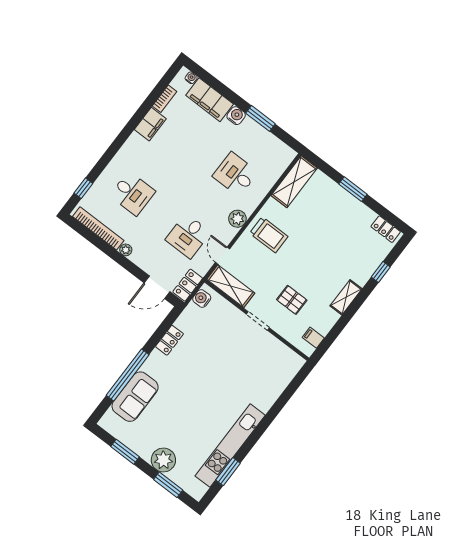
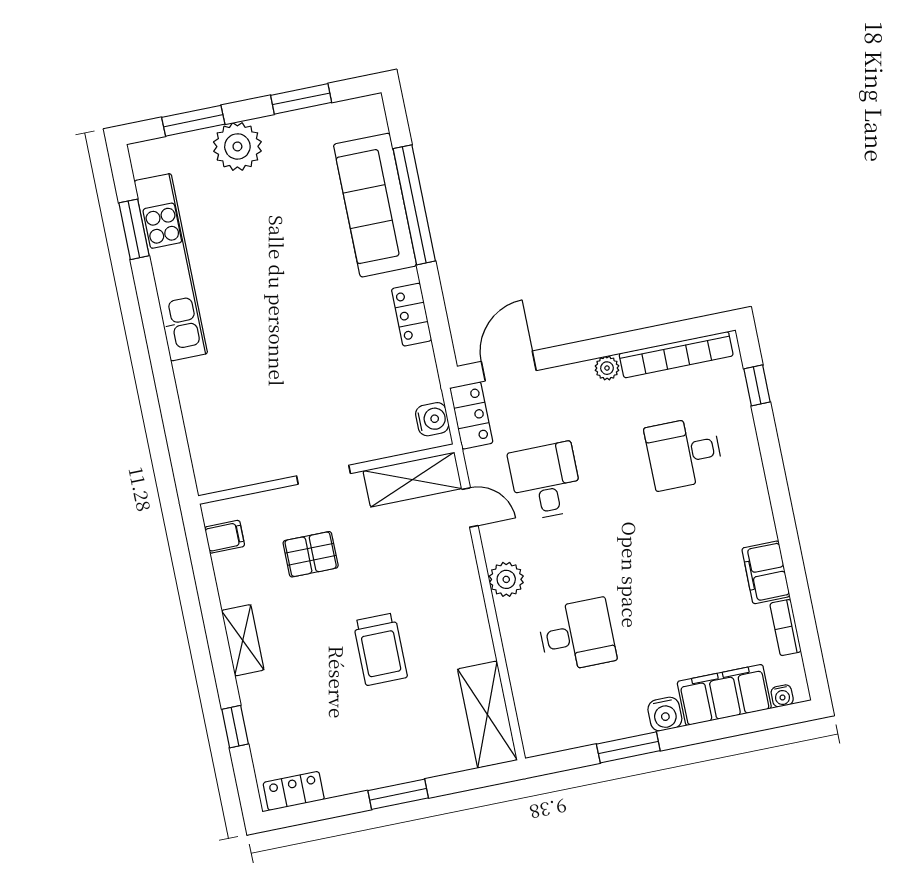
trolley: (269, 235) -> (380, 649), moved, turned -90
sofa: (135, 397) -> (375, 205), width x1.36

